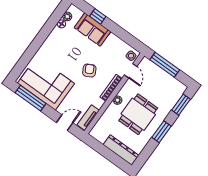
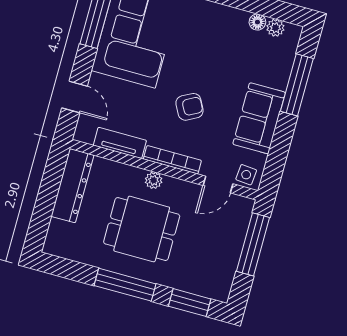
window: (98, 16) -> (297, 85), width x2.17
sofa: (93, 30) -> (259, 118), moved
tv unit: (88, 118) -> (120, 143), moved
window: (161, 132) -> (125, 285), width x1.44
dresser: (121, 150) -> (72, 186), moved

